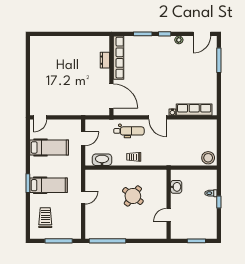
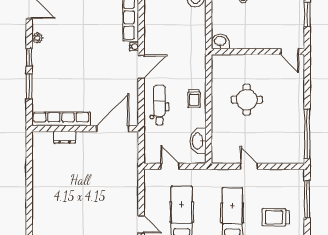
washbasin: (176, 187) -> (220, 41), moved
round table: (133, 196) -> (247, 100), turned -37
door: (169, 215) -> (290, 52), moved

